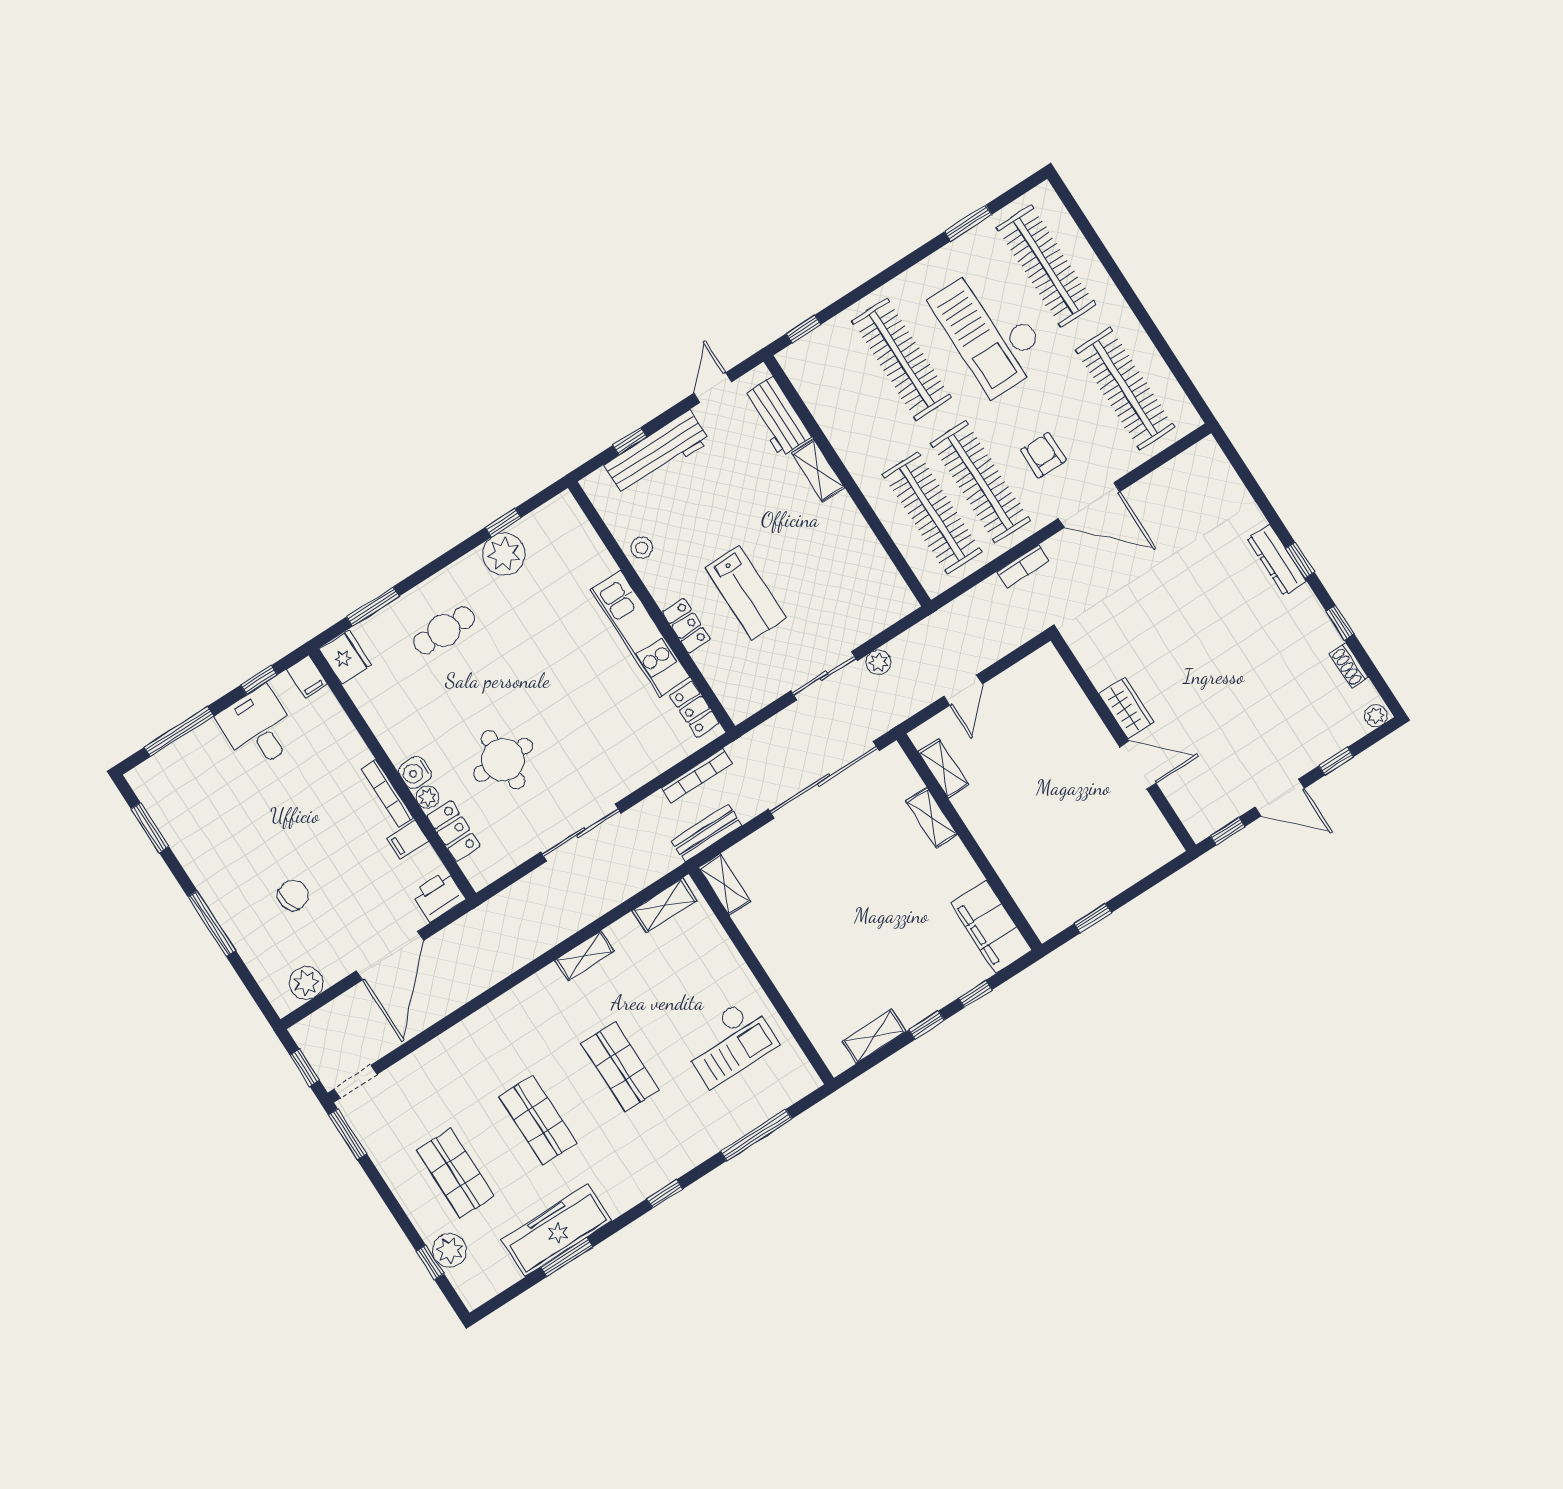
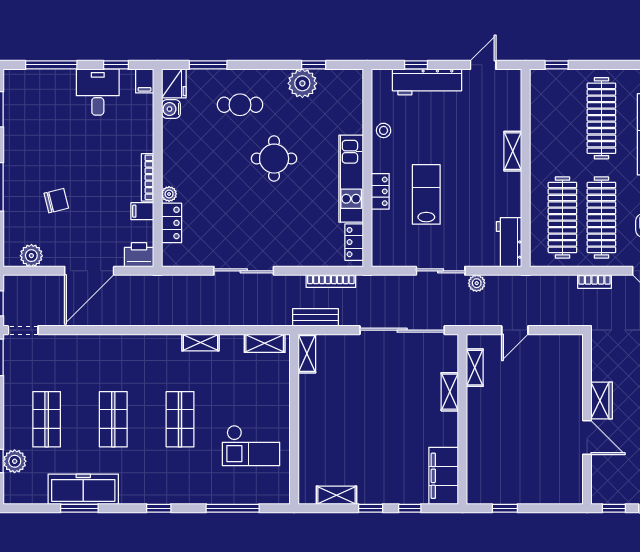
workbench: (777, 417) -> (509, 242), moved
lab bench: (746, 593) -> (426, 194), turned 180
round table: (503, 760) -> (274, 159), moved
water cooler: (415, 773) -> (171, 109), moved

